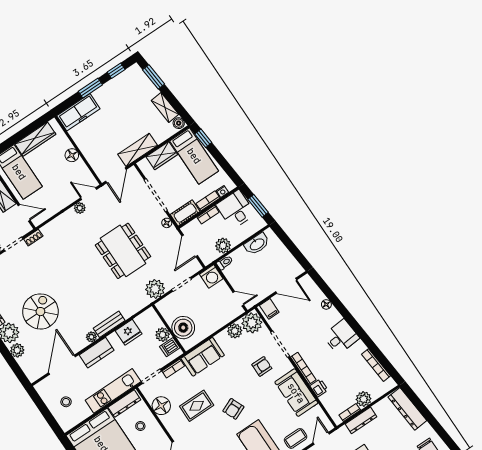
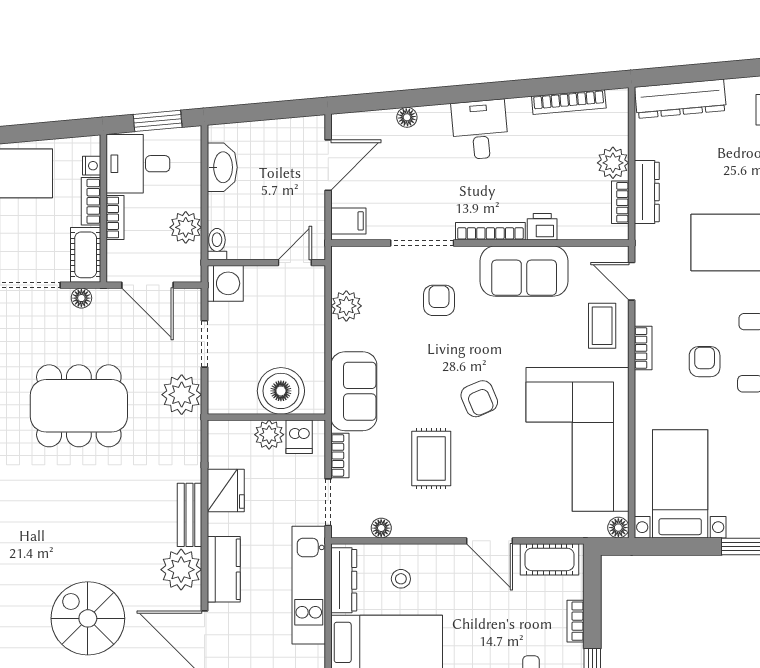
plant: (252, 323) -> (352, 267), removed
plant: (91, 337) -> (181, 570), width x1.88, depth x1.88
floor lamp: (161, 406) -> (381, 528), width x0.53, depth x0.53

